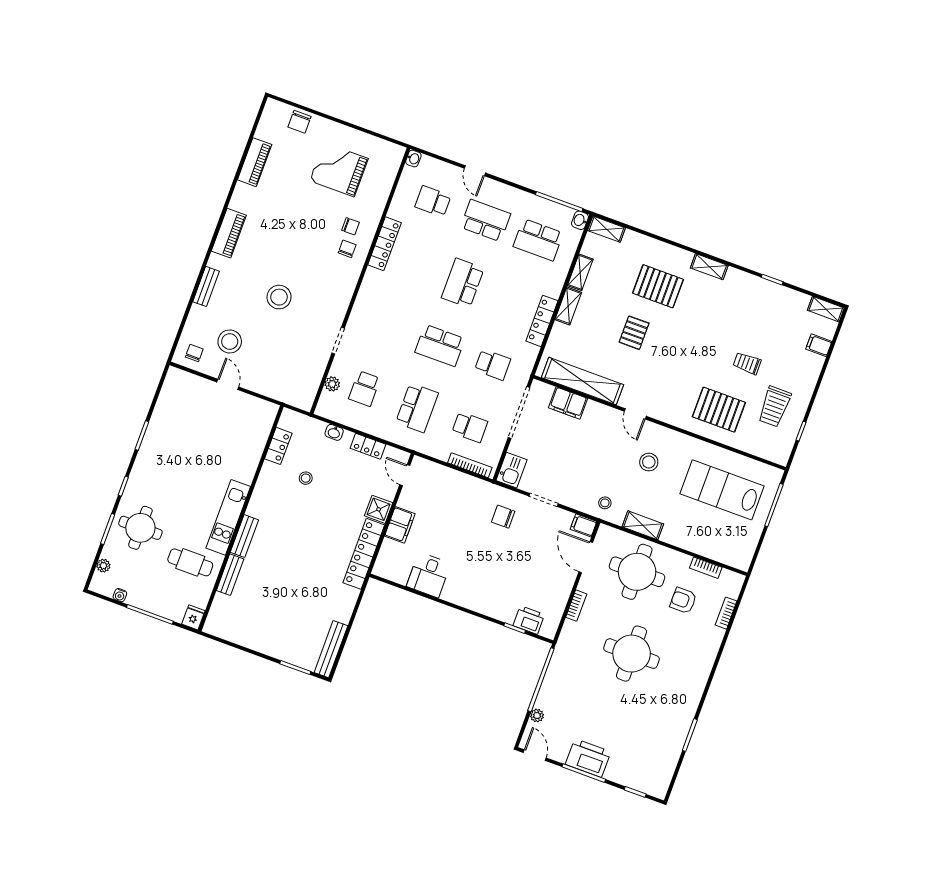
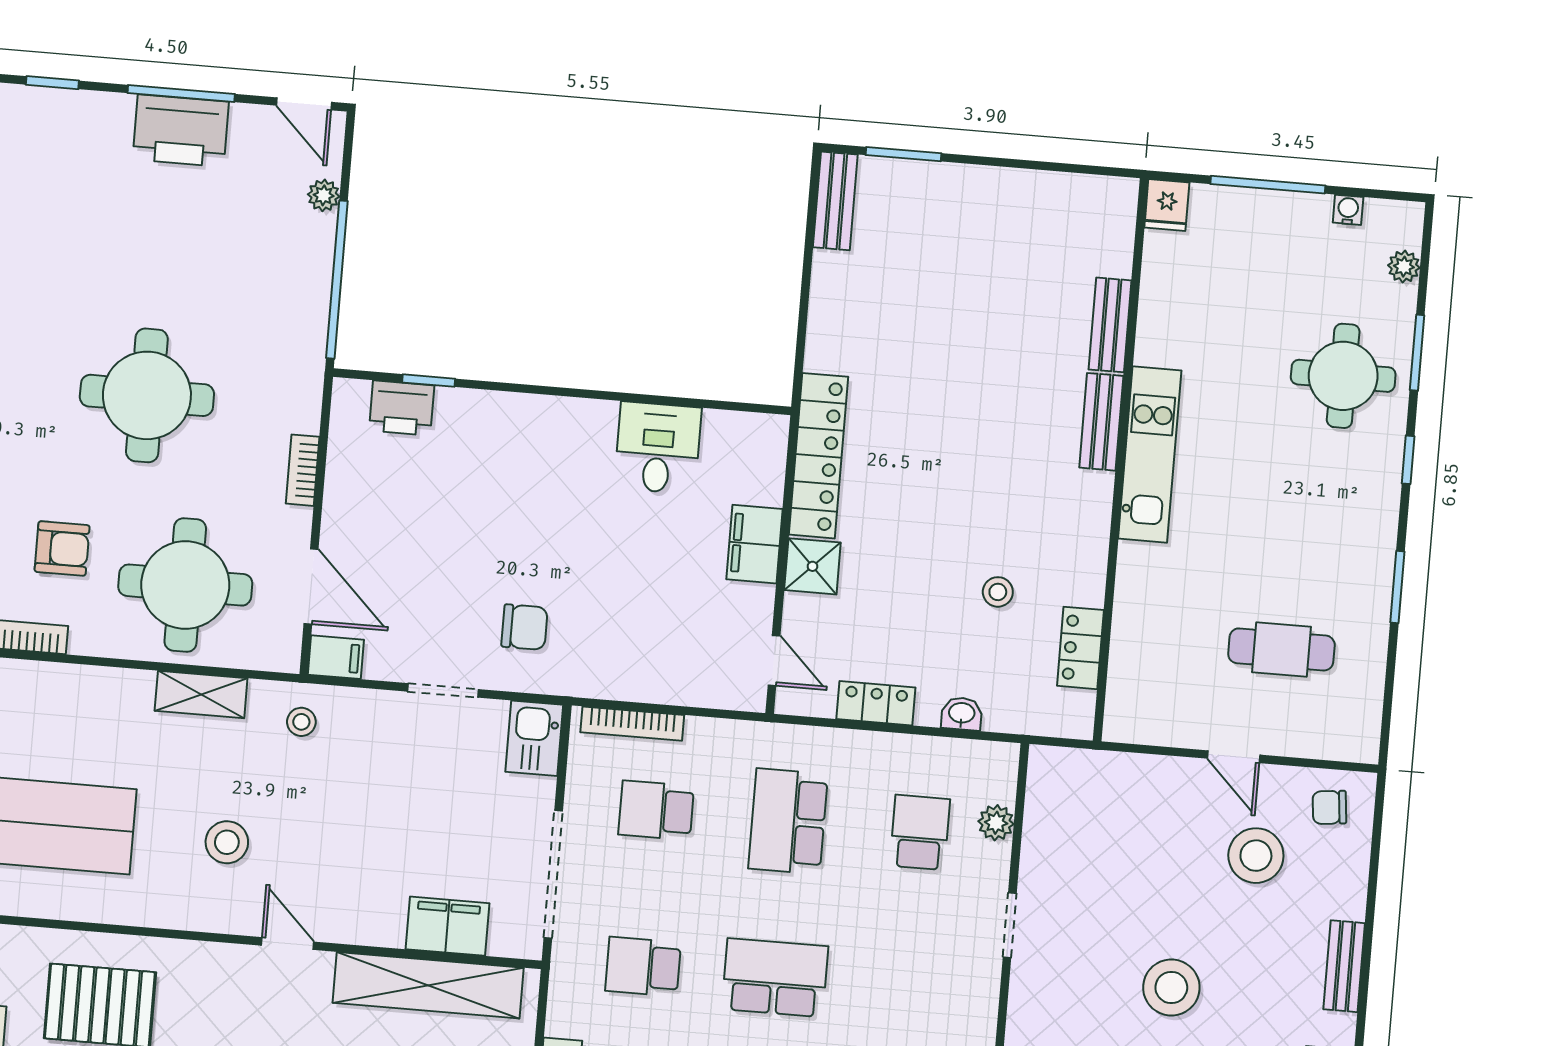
chair: (194, 353) -> (1329, 807), turned 84
cafe table: (190, 562) -> (1281, 649), moved
bench: (331, 649) -> (835, 201), width x0.73

